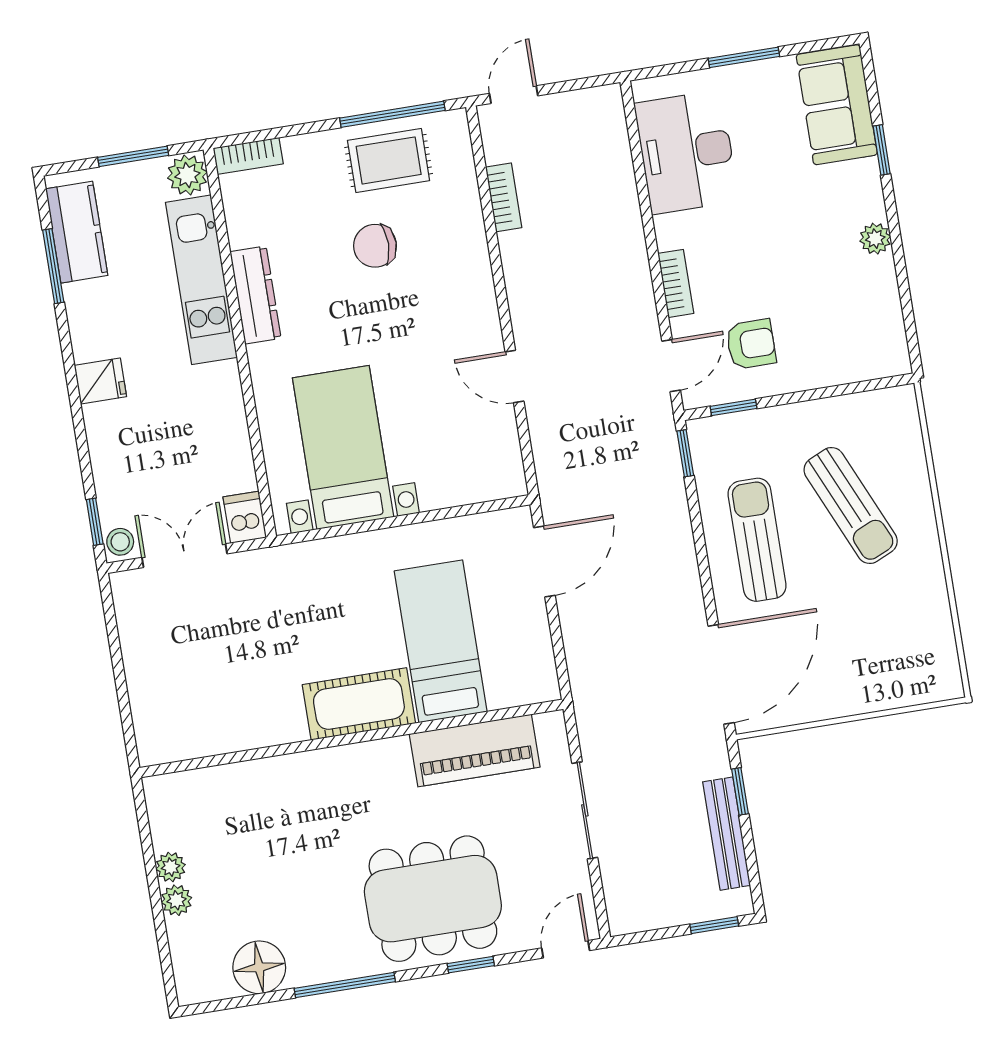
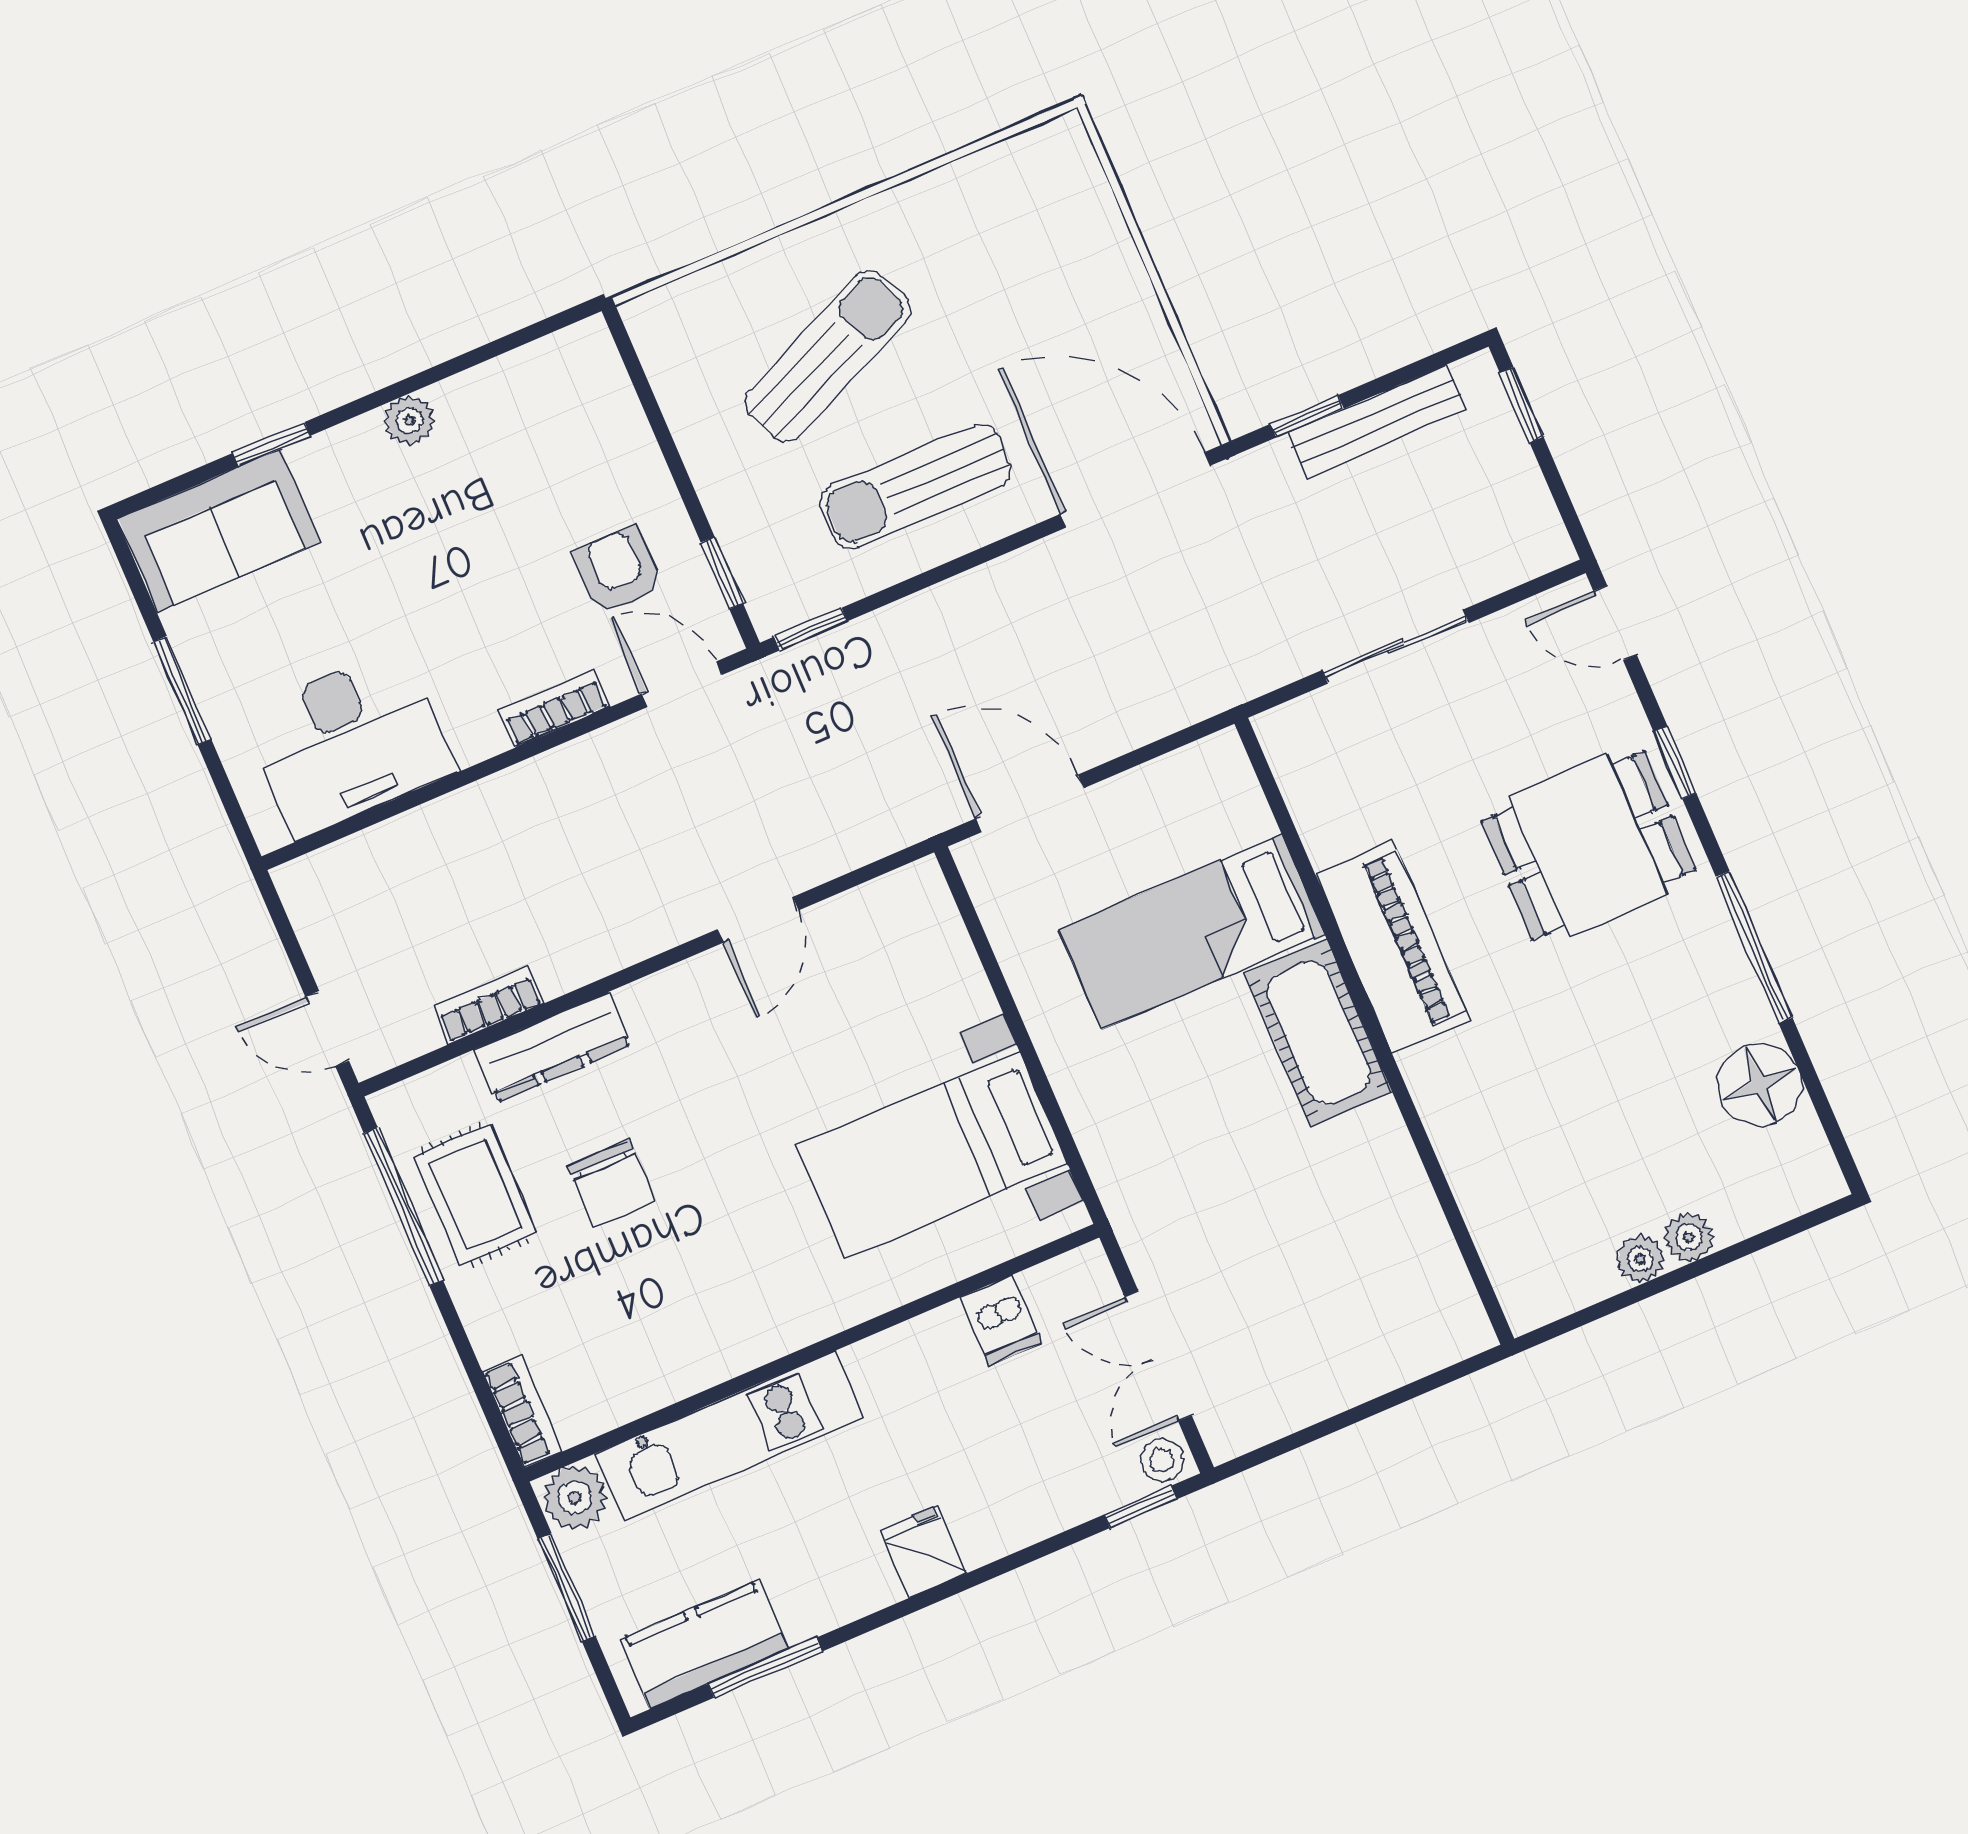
dresser: (255, 295) -> (553, 1047), moved, turned 180
dishwasher: (245, 517) -> (1001, 1320), moved, turned -90
piano: (475, 751) -> (1392, 947), moved
dining table: (433, 899) -> (1588, 845), width x0.73

